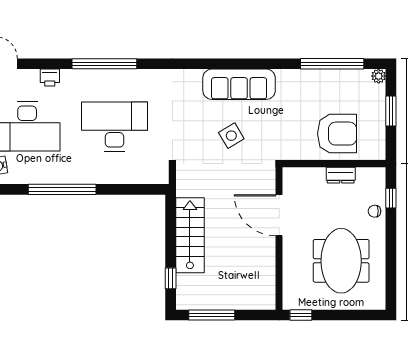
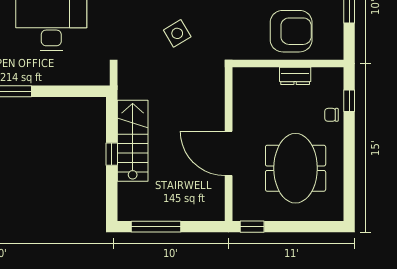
door: (279, 215) -> (229, 153), moved
window: (171, 278) -> (112, 154), moved

